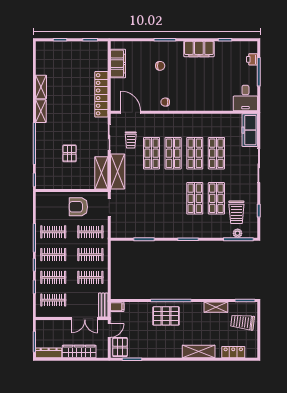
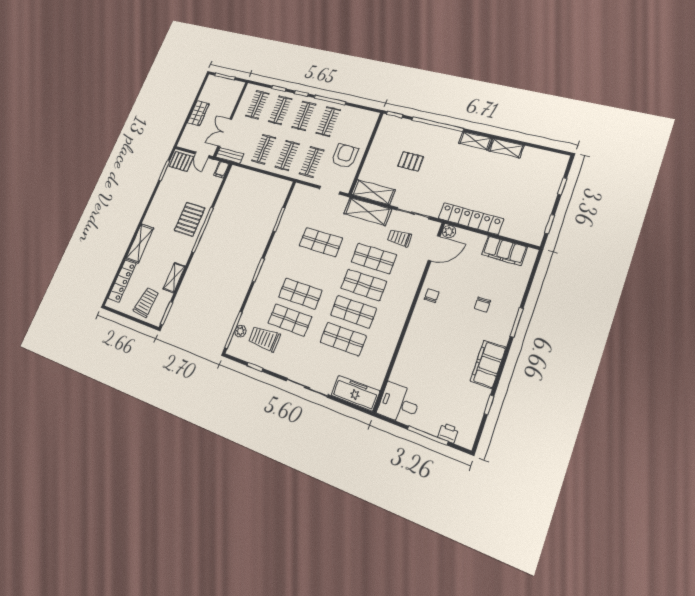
plant: (115, 106) -> (449, 231), added
shop shelf: (152, 198) -> (321, 242), added
wardrobe: (79, 352) -> (198, 113), width x0.67
locker: (233, 352) -> (122, 281), width x1.53
dresser: (49, 353) -> (208, 88), removed

